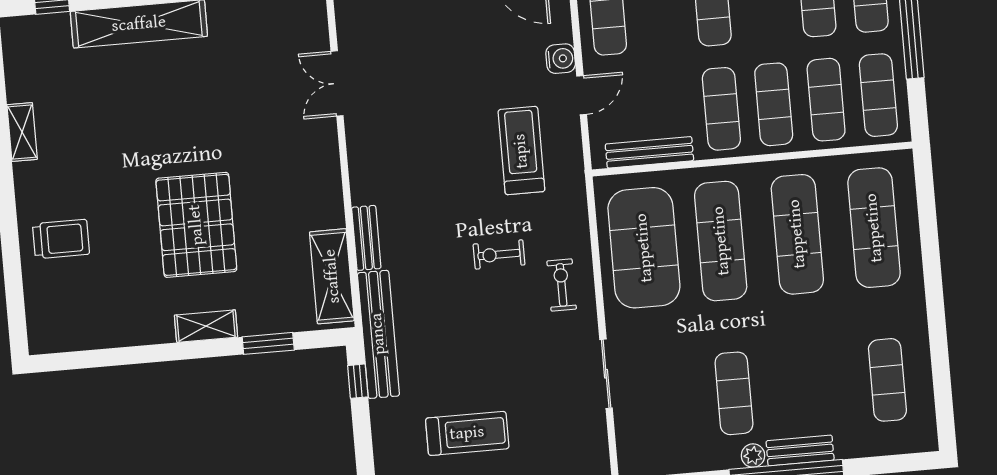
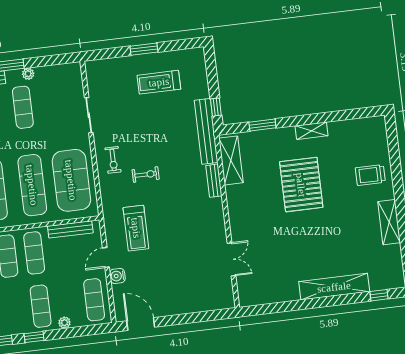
shelving: (22, 132) -> (389, 222), width x1.50, depth x1.33
shelving: (206, 326) -> (312, 131), moved
plant: (753, 456) -> (28, 74), moved

